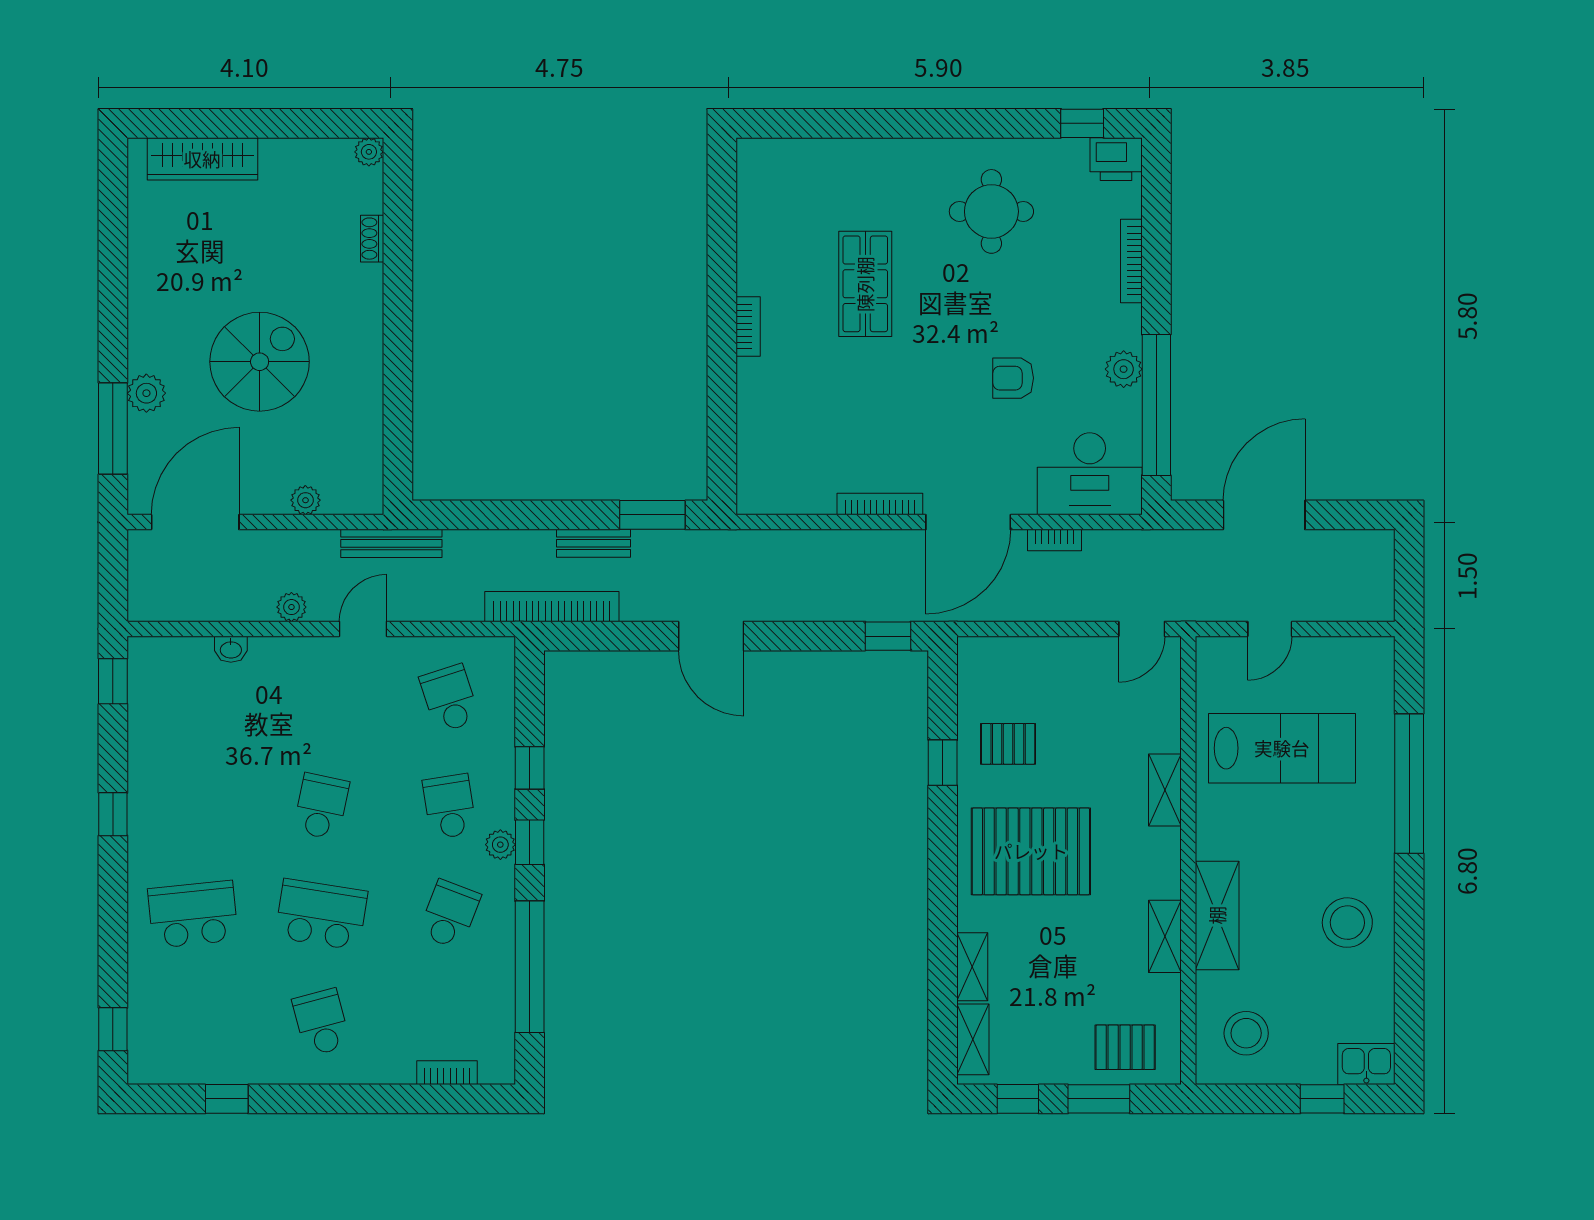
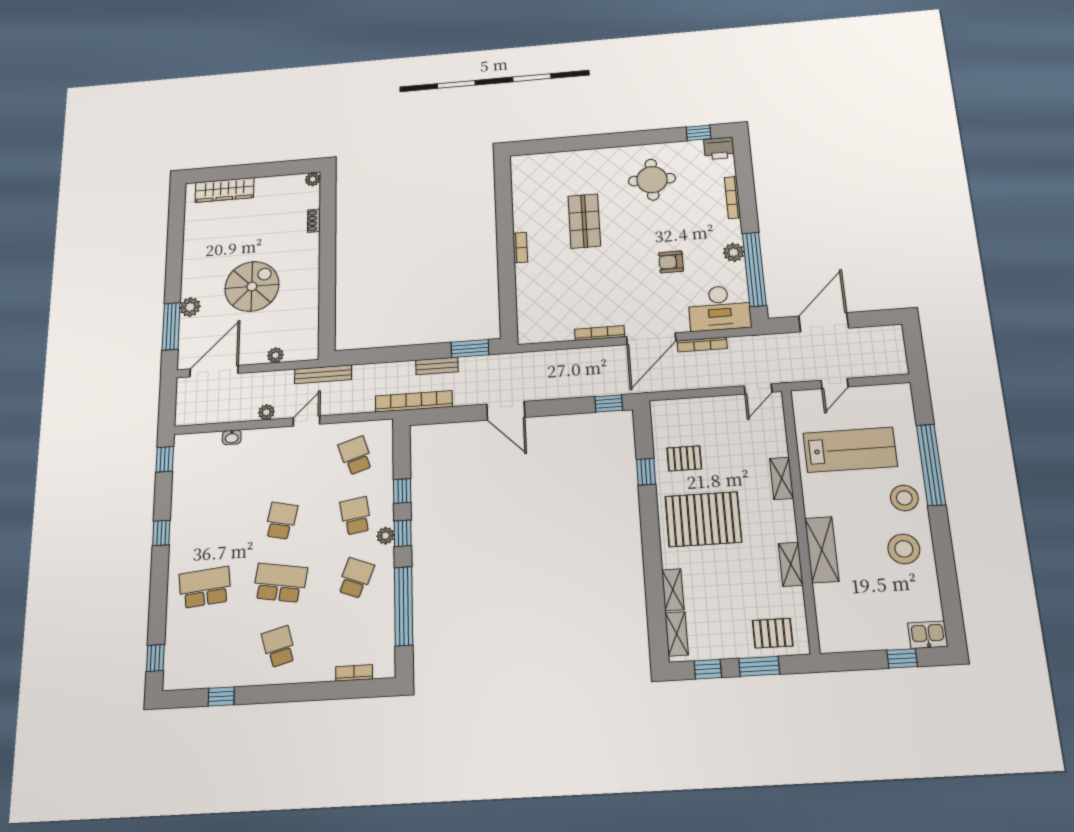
bookcase: (1054, 540) -> (702, 345), width x1.56
stool: (1246, 1033) -> (904, 498), moved

